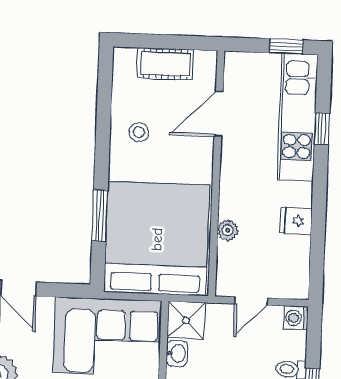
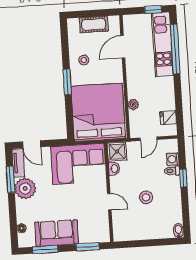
window: (322, 129) -> (175, 49), width x3.17
window: (100, 215) -> (67, 82), moved
fridge: (296, 221) -> (168, 118), moved
washing machine: (296, 318) -> (173, 159), moved

